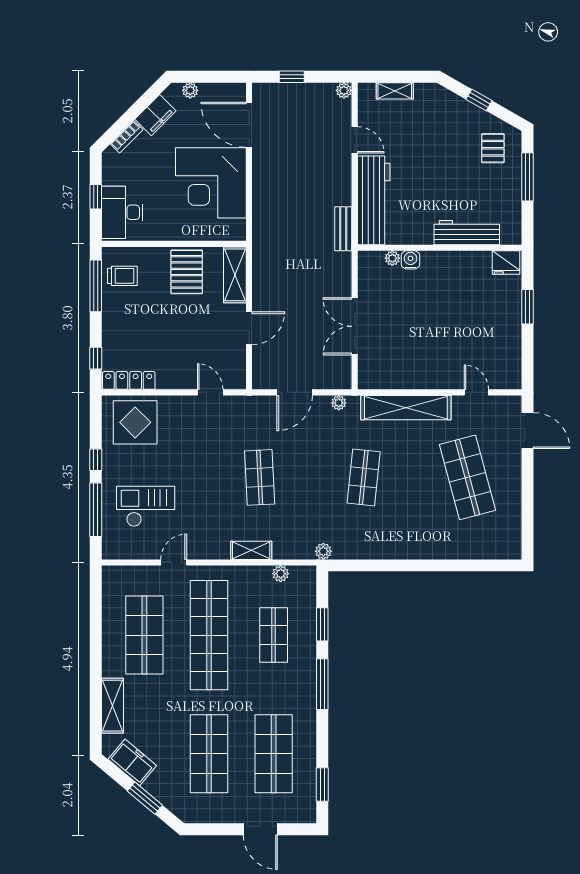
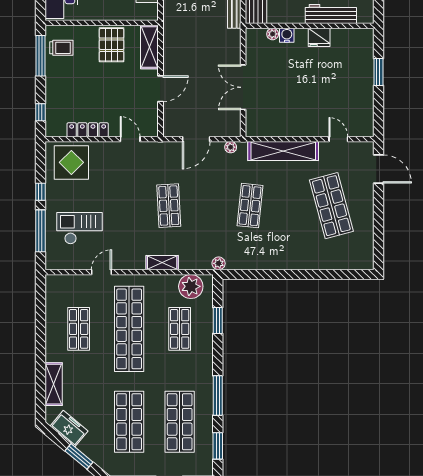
fridge: (506, 263) -> (319, 37), moved
locker: (129, 380) -> (88, 130), moved
plant: (281, 574) -> (191, 286), width x1.88, depth x1.88
shop shelf: (144, 635) -> (79, 329), width x0.70, depth x0.74
window: (322, 684) -> (218, 395), moved

